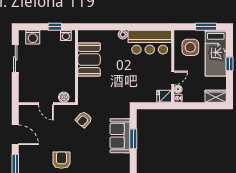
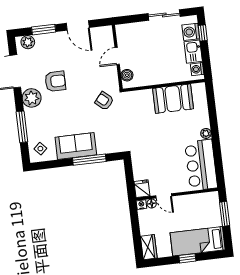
window: (55, 27) -> (203, 33), moved
window: (206, 27) -> (225, 214), moved
kitchen sink: (50, 37) -> (193, 52), added
side table: (190, 47) -> (201, 212), removed
door: (15, 135) -> (78, 25), hinge flipped
sofa: (120, 136) -> (76, 146), moved
window: (133, 139) -> (89, 160), width x1.44

